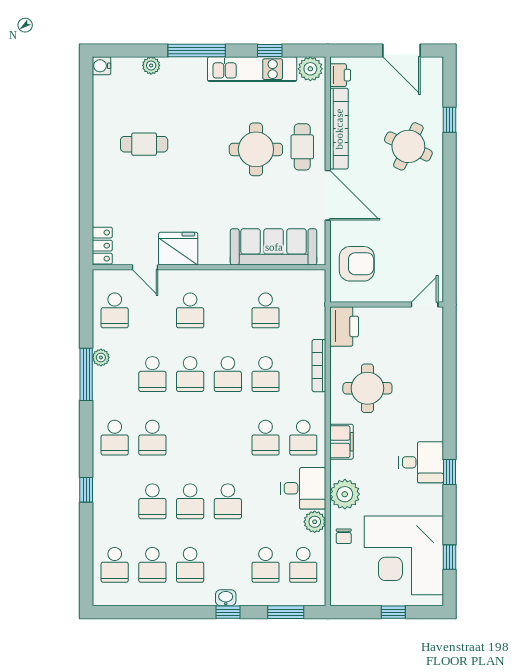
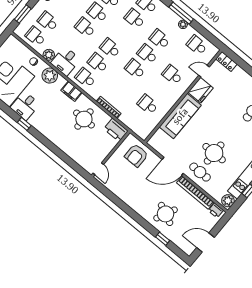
sofa: (274, 247) -> (180, 116), moved
school desk: (266, 374) -> (110, 48), moved
desk: (421, 462) -> (25, 106), moved

